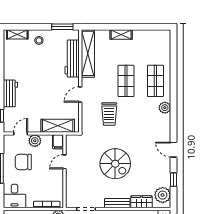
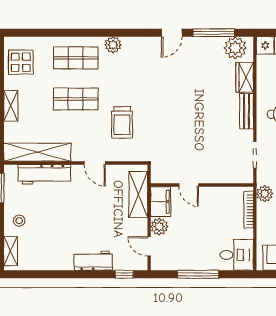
display table: (152, 42) -> (21, 62), added
trolley: (109, 114) -> (122, 123), turned 90
filing cabinet: (58, 142) -> (161, 202), width x2.00
chair: (23, 162) -> (189, 243), removed
spiral stairs: (115, 164) -> (191, 114), removed
window: (173, 180) -> (214, 33), width x2.17

